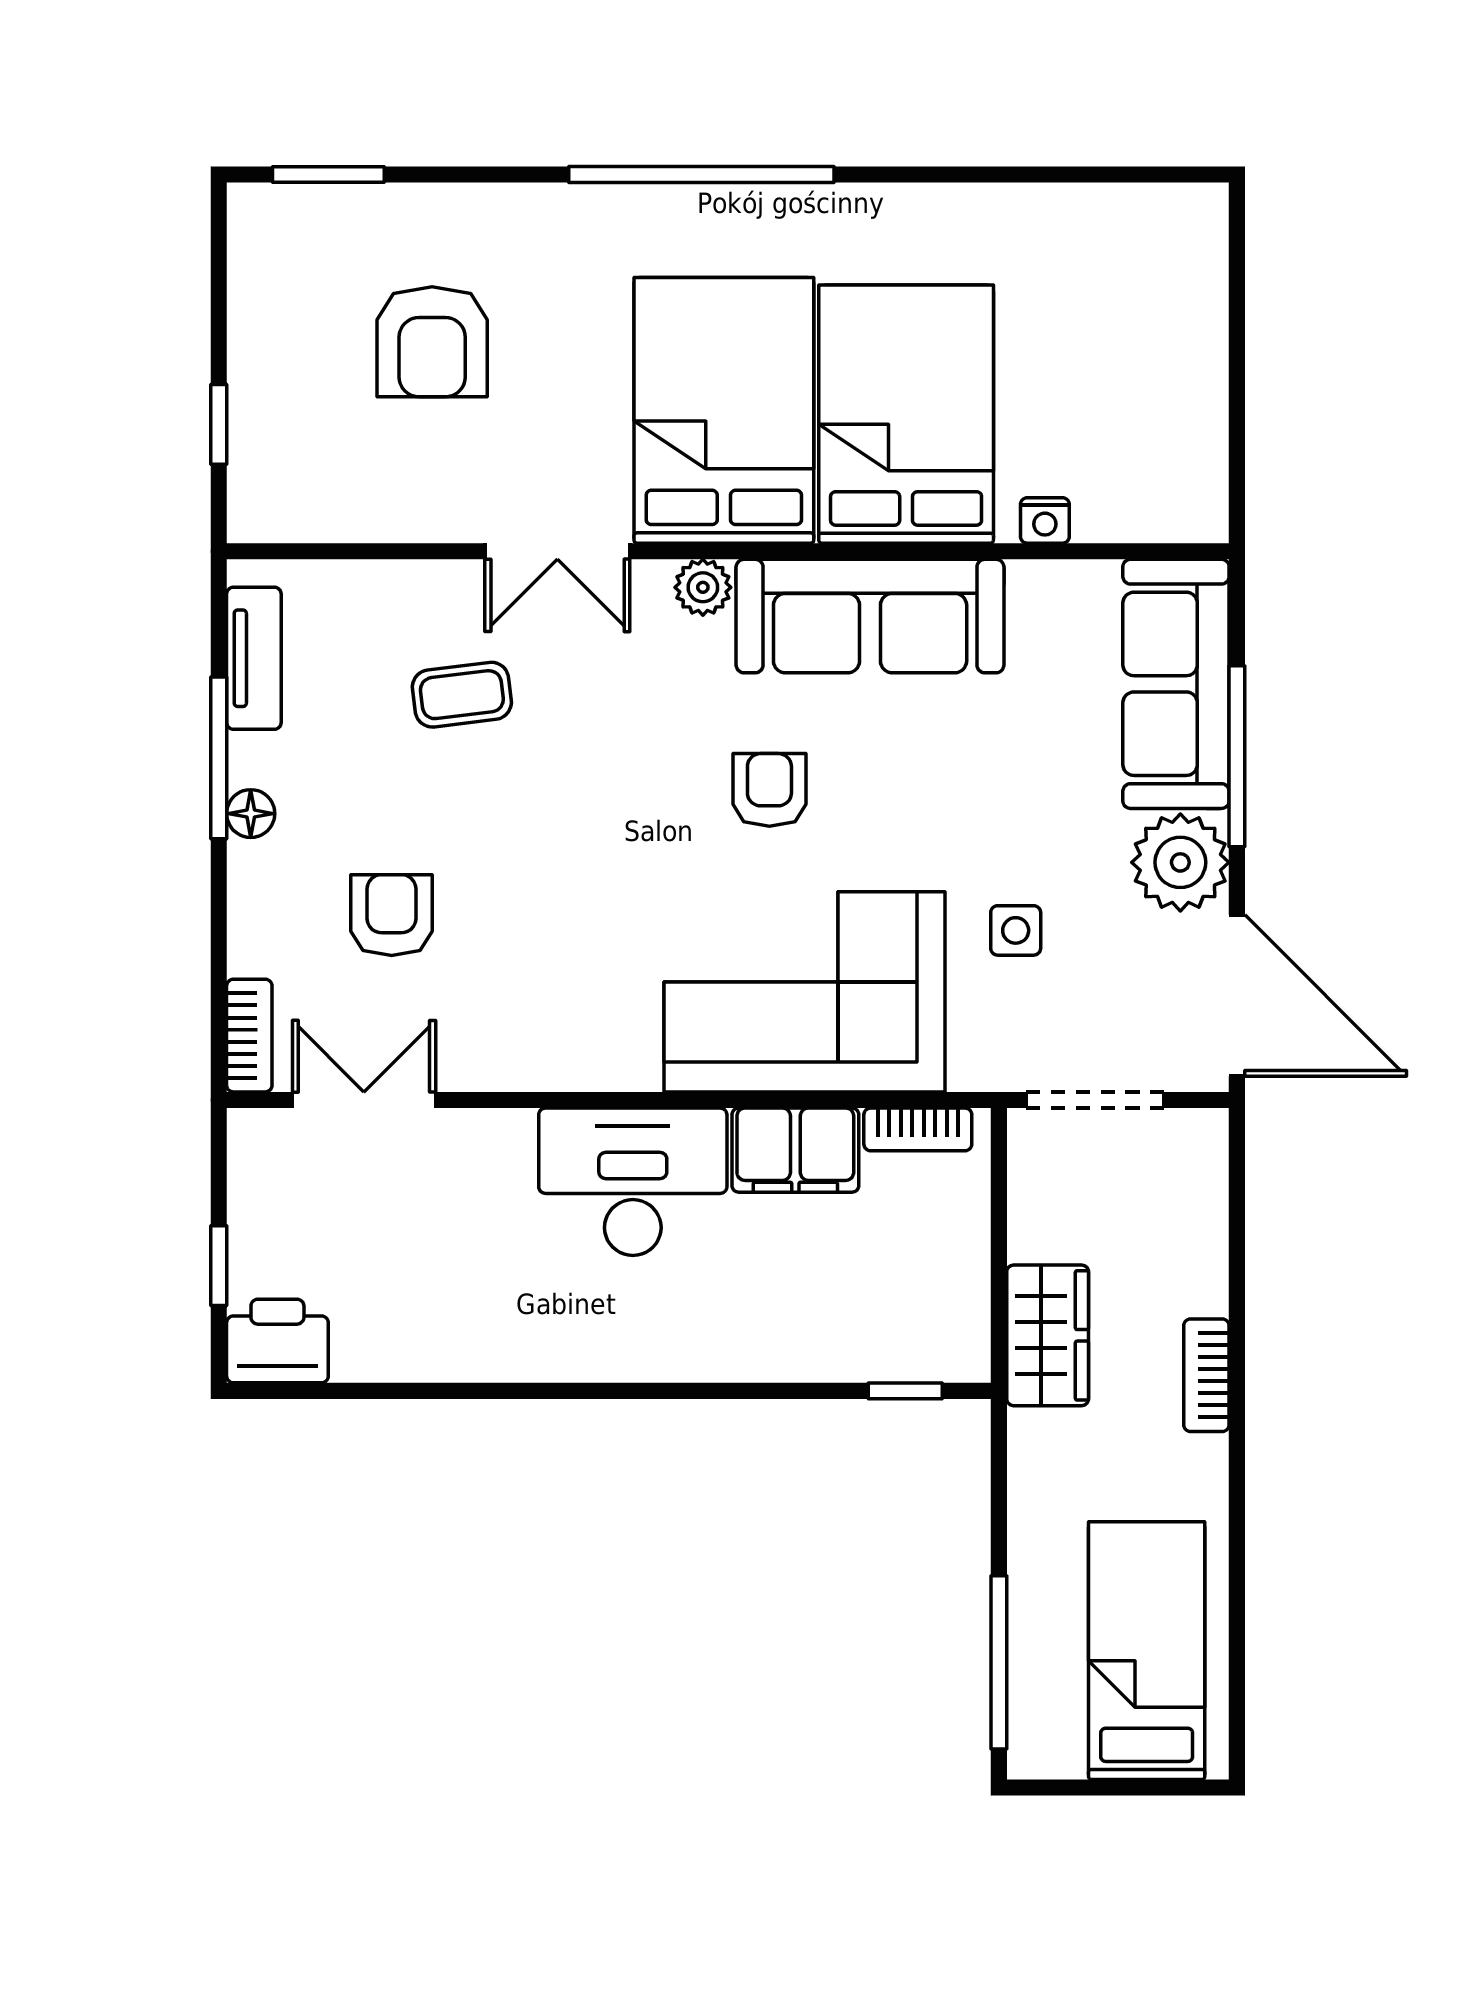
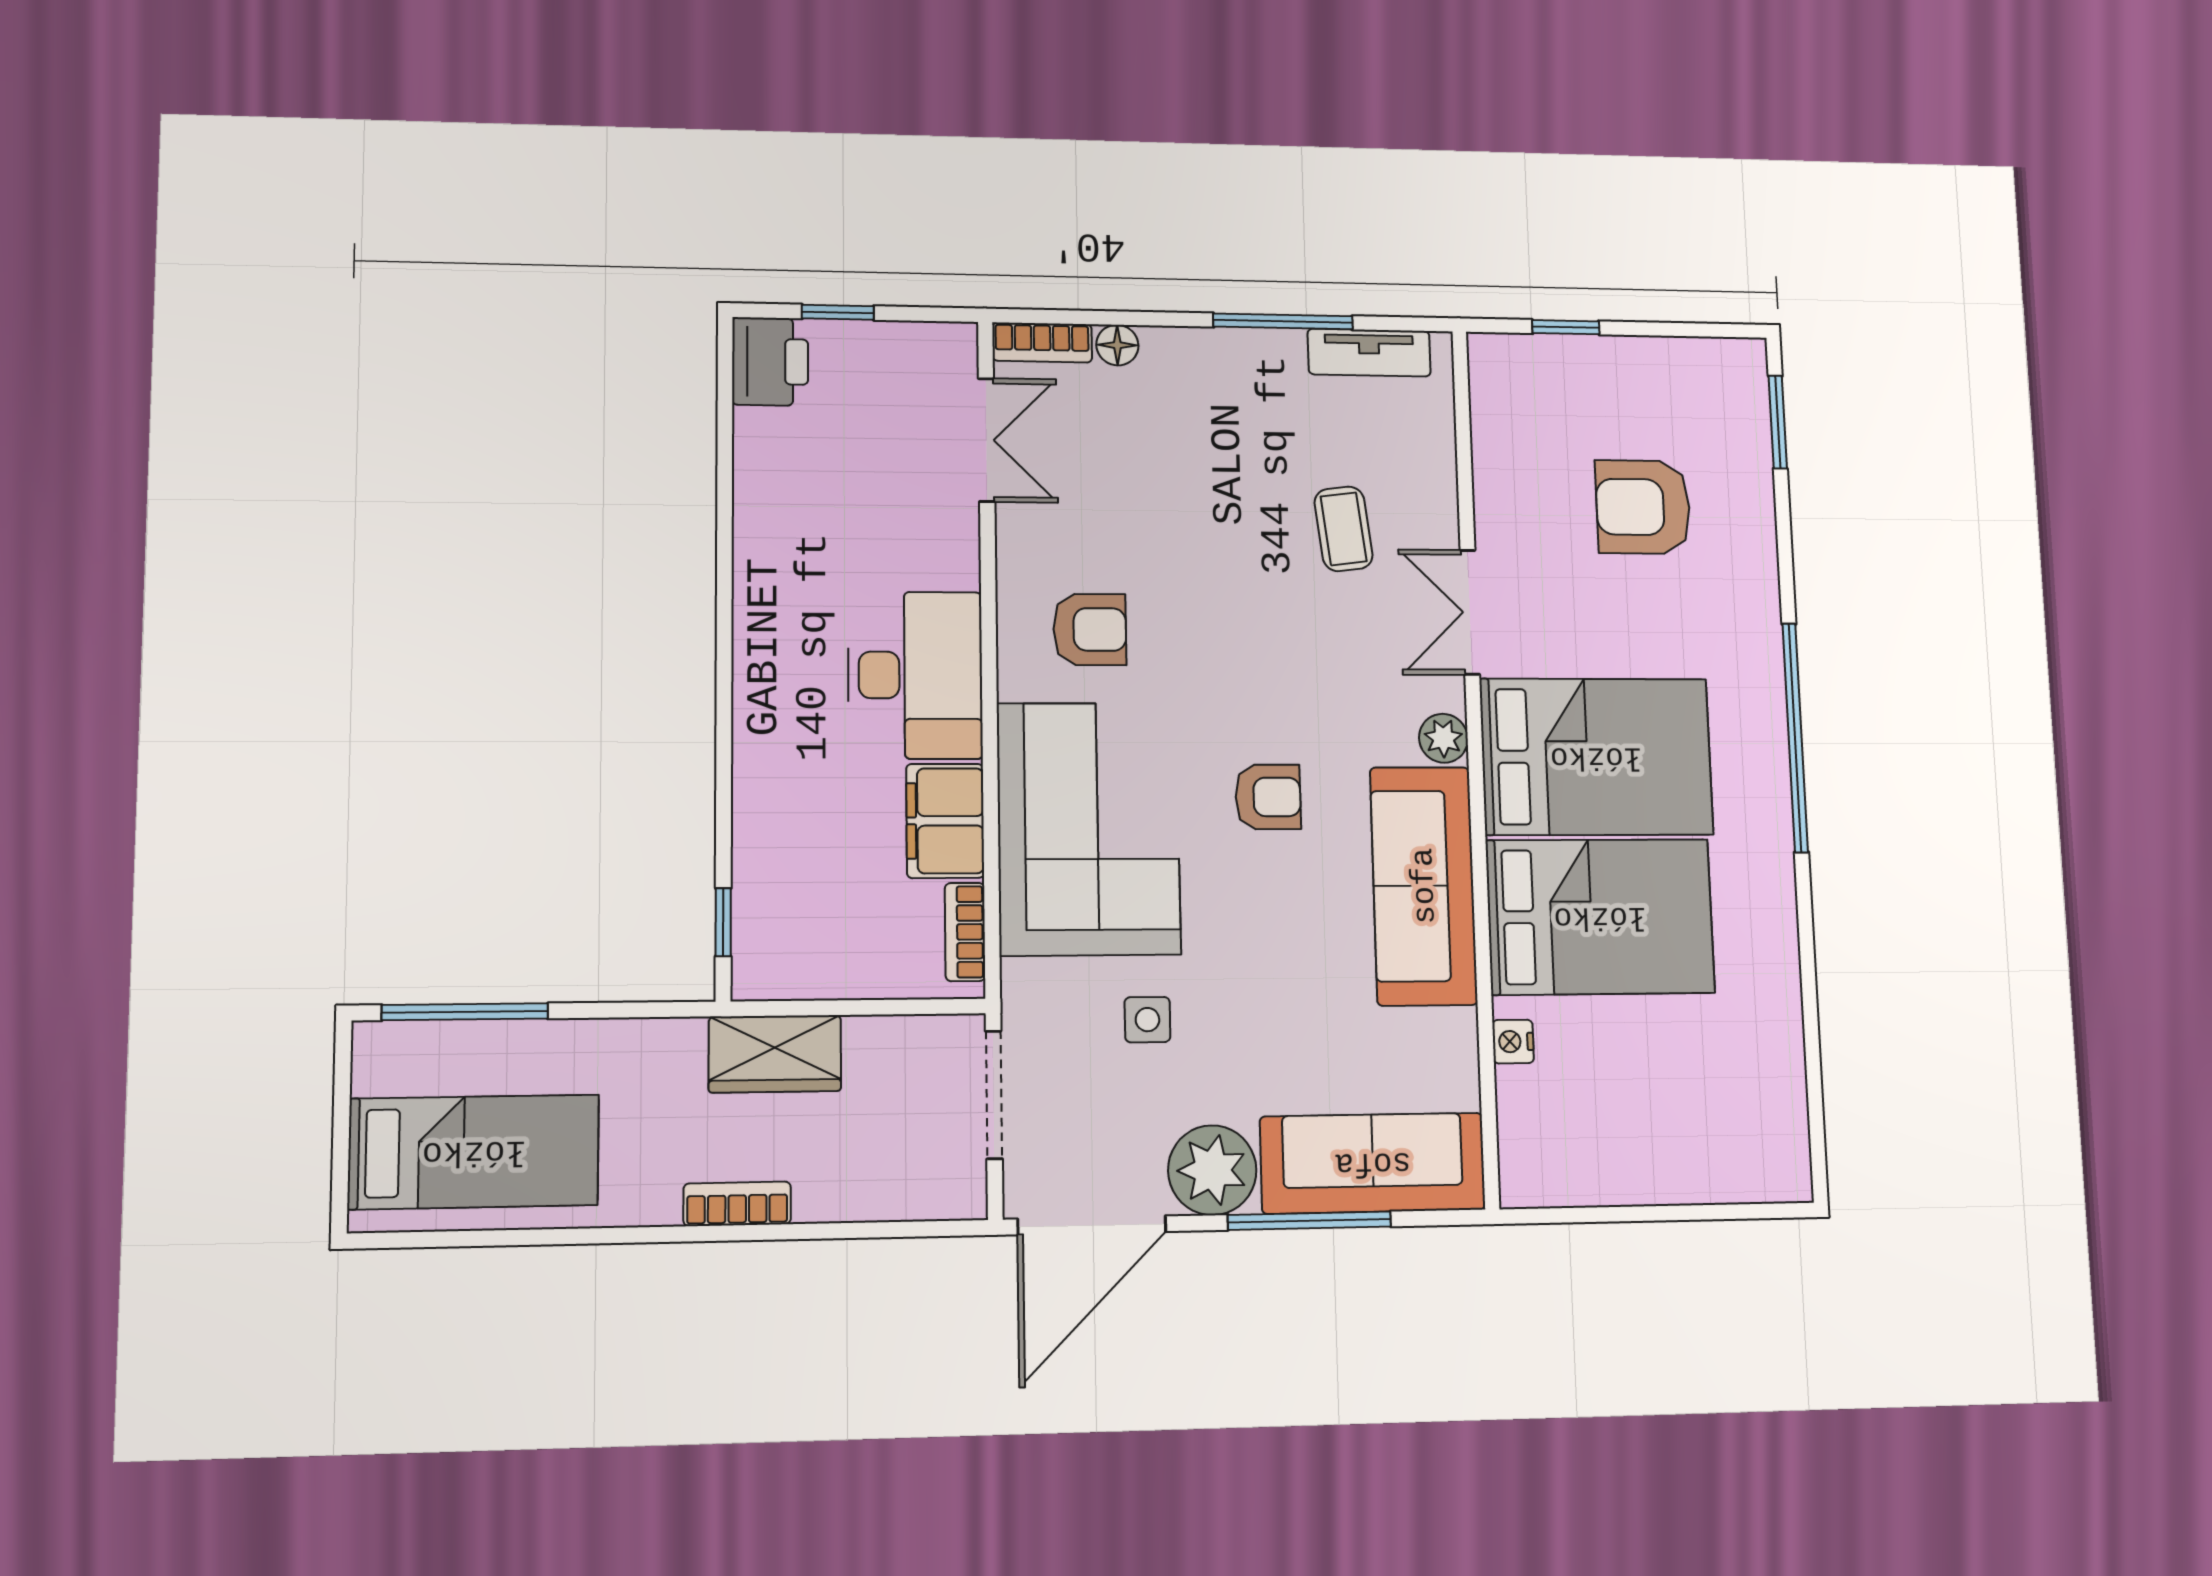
floor lamp: (251, 814) -> (1117, 345), moved
armchair: (392, 915) -> (1090, 629), moved

